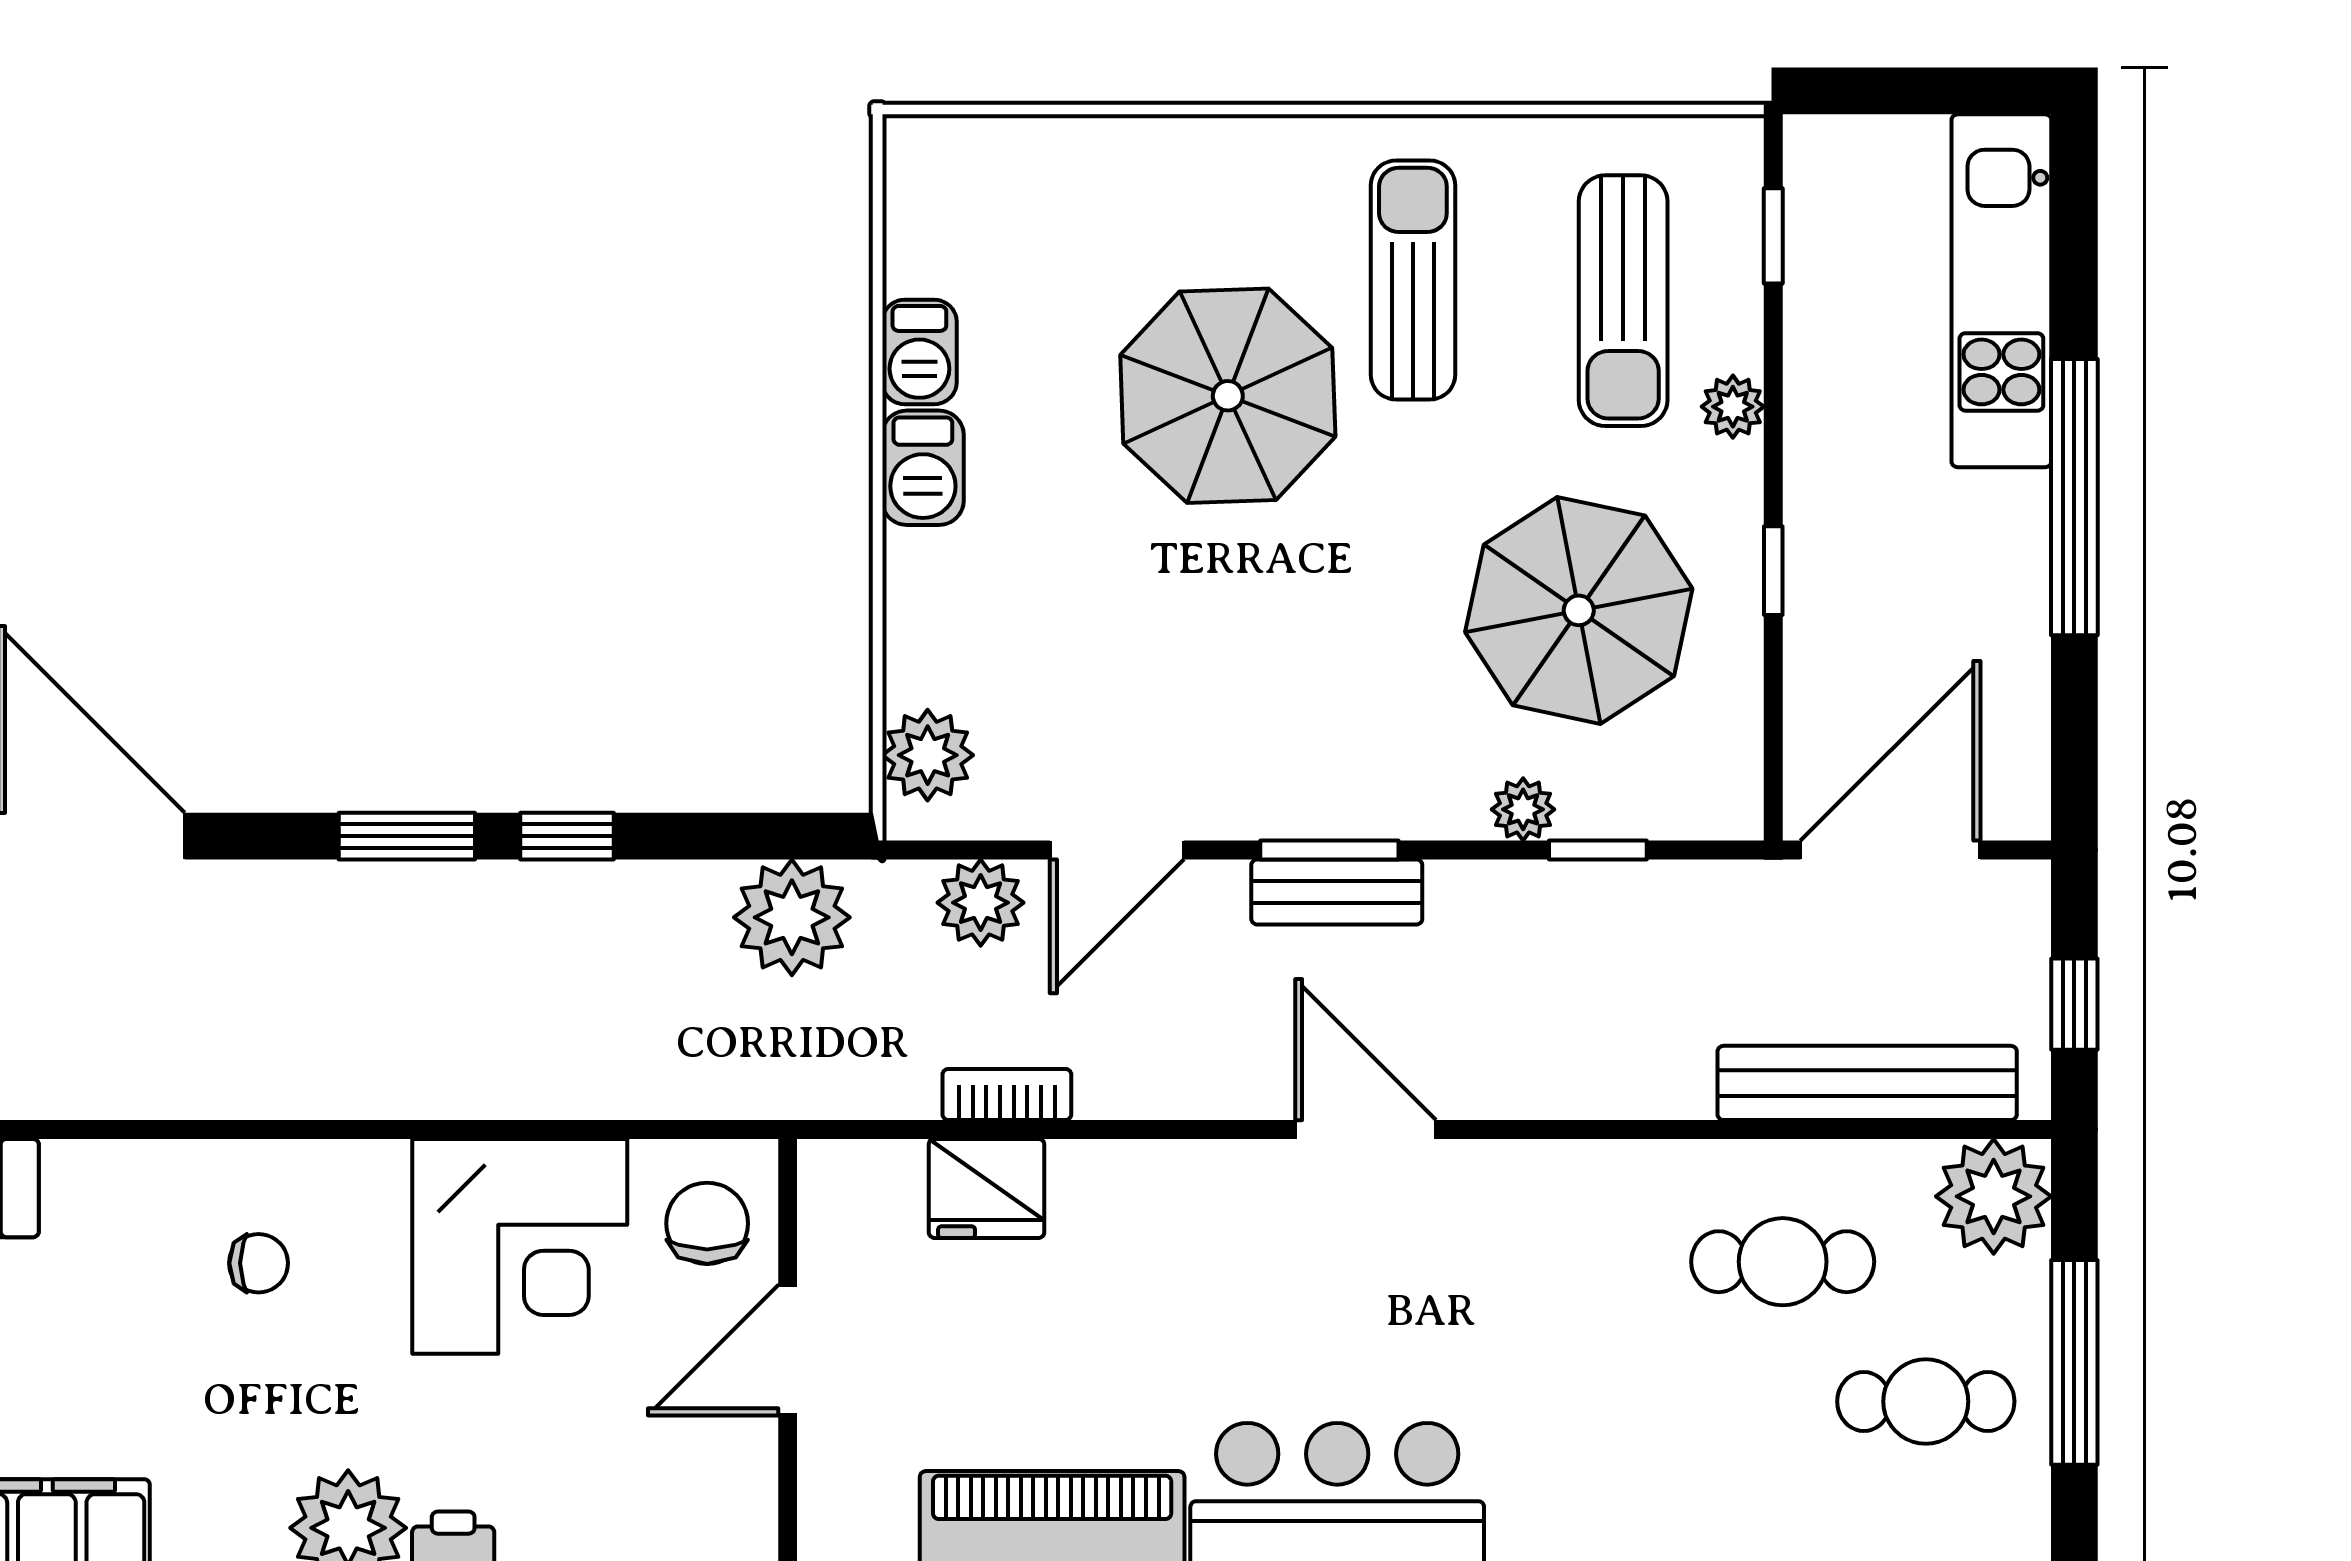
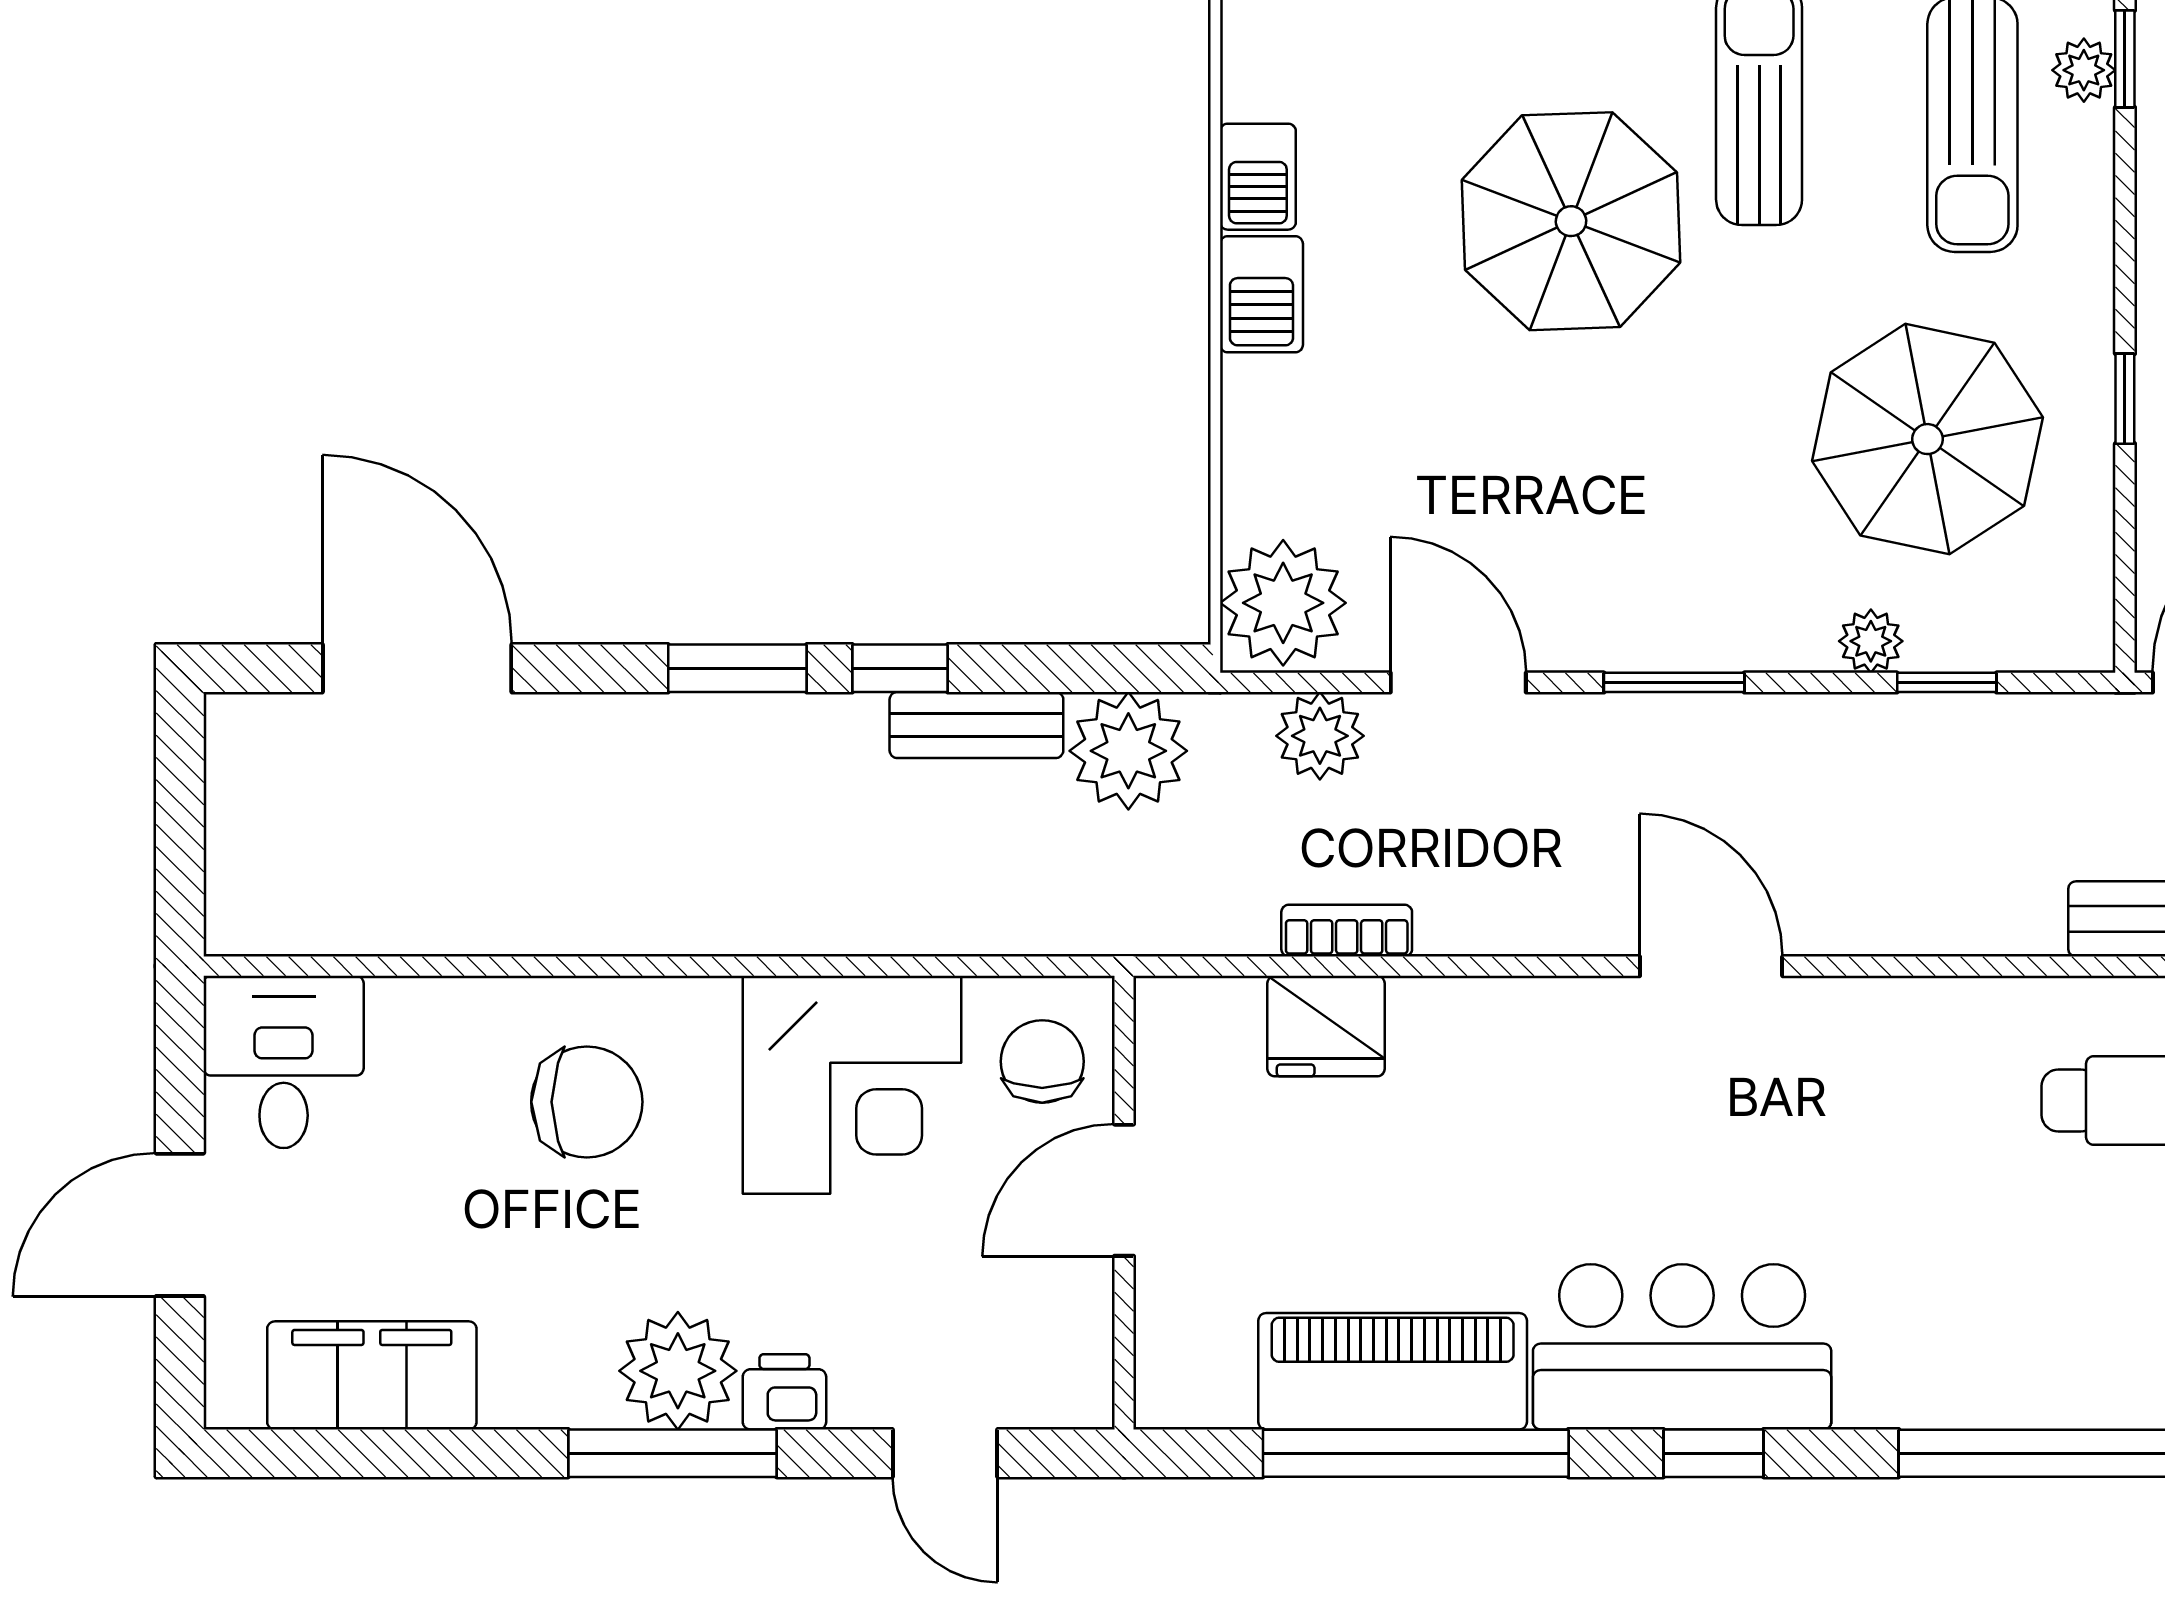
plant: (1733, 407) -> (2084, 70), moved
plant: (928, 755) -> (1283, 603), width x1.36, depth x1.36
door: (1117, 850) -> (1458, 682), swing flipped
bench: (1337, 892) -> (976, 725), moved
chair: (259, 1263) -> (587, 1102), width x1.87, depth x1.87

